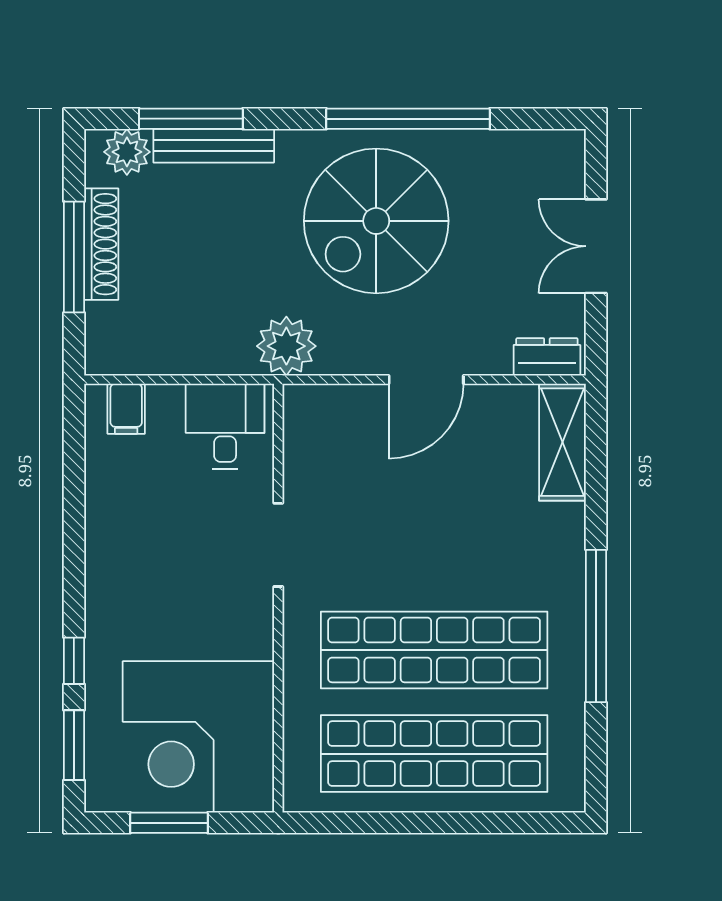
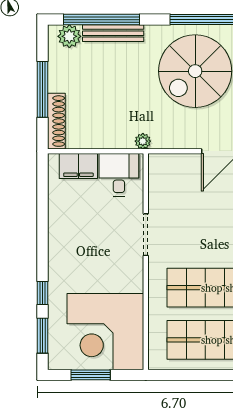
window: (191, 119) -> (102, 20), width x1.46
shoe rack: (101, 244) -> (56, 121), moved
plant: (286, 346) -> (143, 141), width x0.53, depth x0.53
filing cabinet: (126, 409) -> (78, 166), width x2.00

